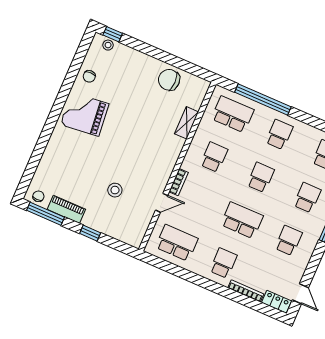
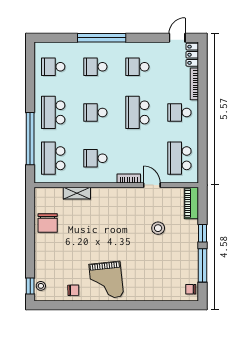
school desk: (279, 135) -> (53, 112), width x1.85
piano: (66, 209) -> (191, 203), moved
window: (46, 214) -> (203, 265), moved

